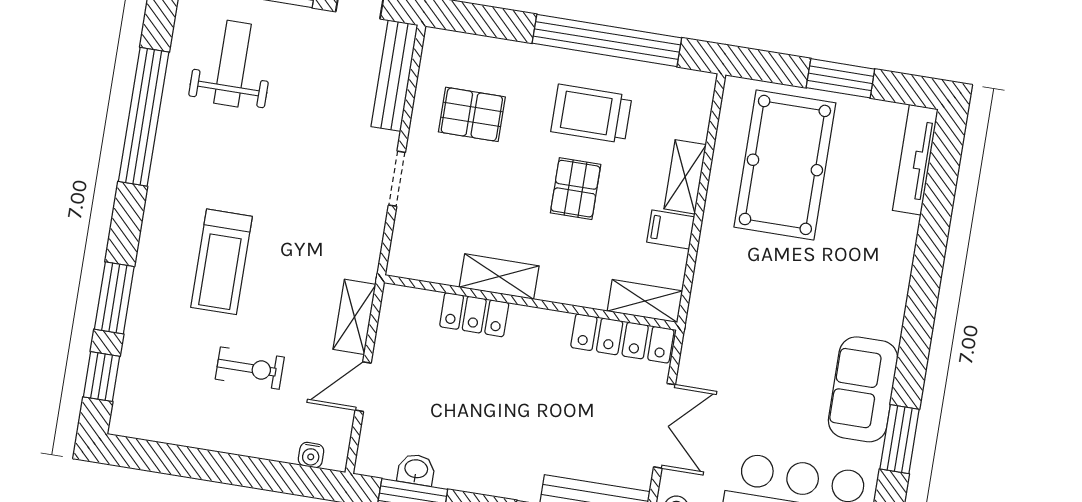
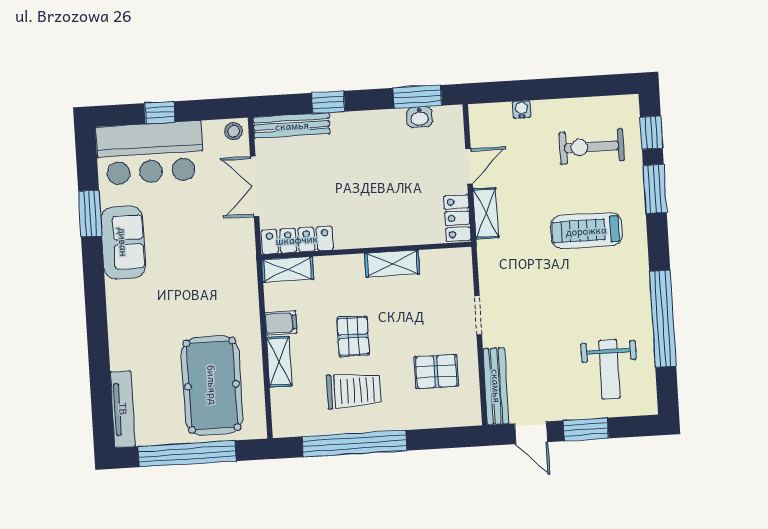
window: (840, 78) -> (187, 454), width x2.11
treadmill: (221, 262) -> (586, 231), turned -90
locker: (474, 315) -> (457, 218), moved, turned -90
exercise bike: (250, 368) -> (592, 147), moved, width x1.38, depth x1.39
water cooler: (311, 455) -> (522, 109), moved

